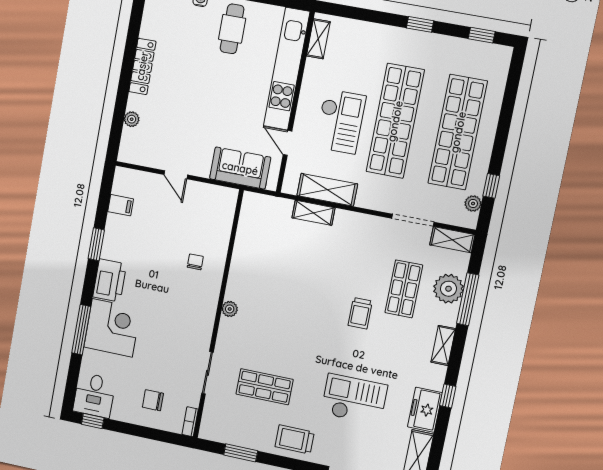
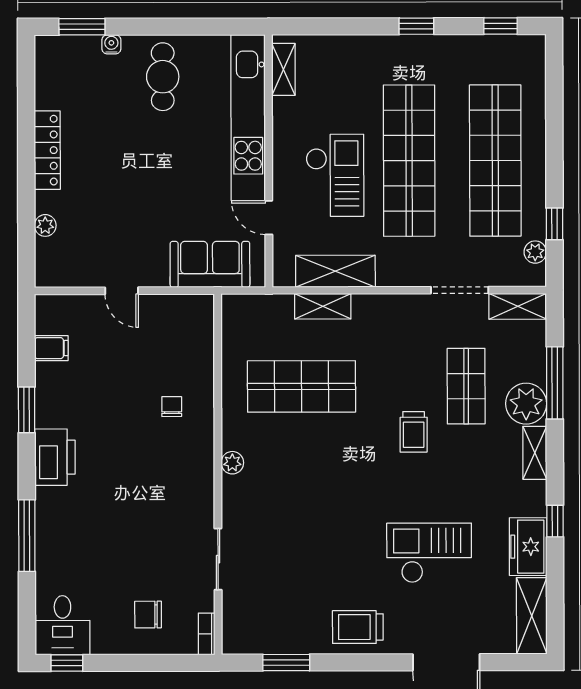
plant: (448, 289) -> (526, 404), moved
corner desk: (112, 328) -> (71, 524), removed
shop shelf: (265, 387) -> (301, 386), moved, width x1.43, depth x1.36

